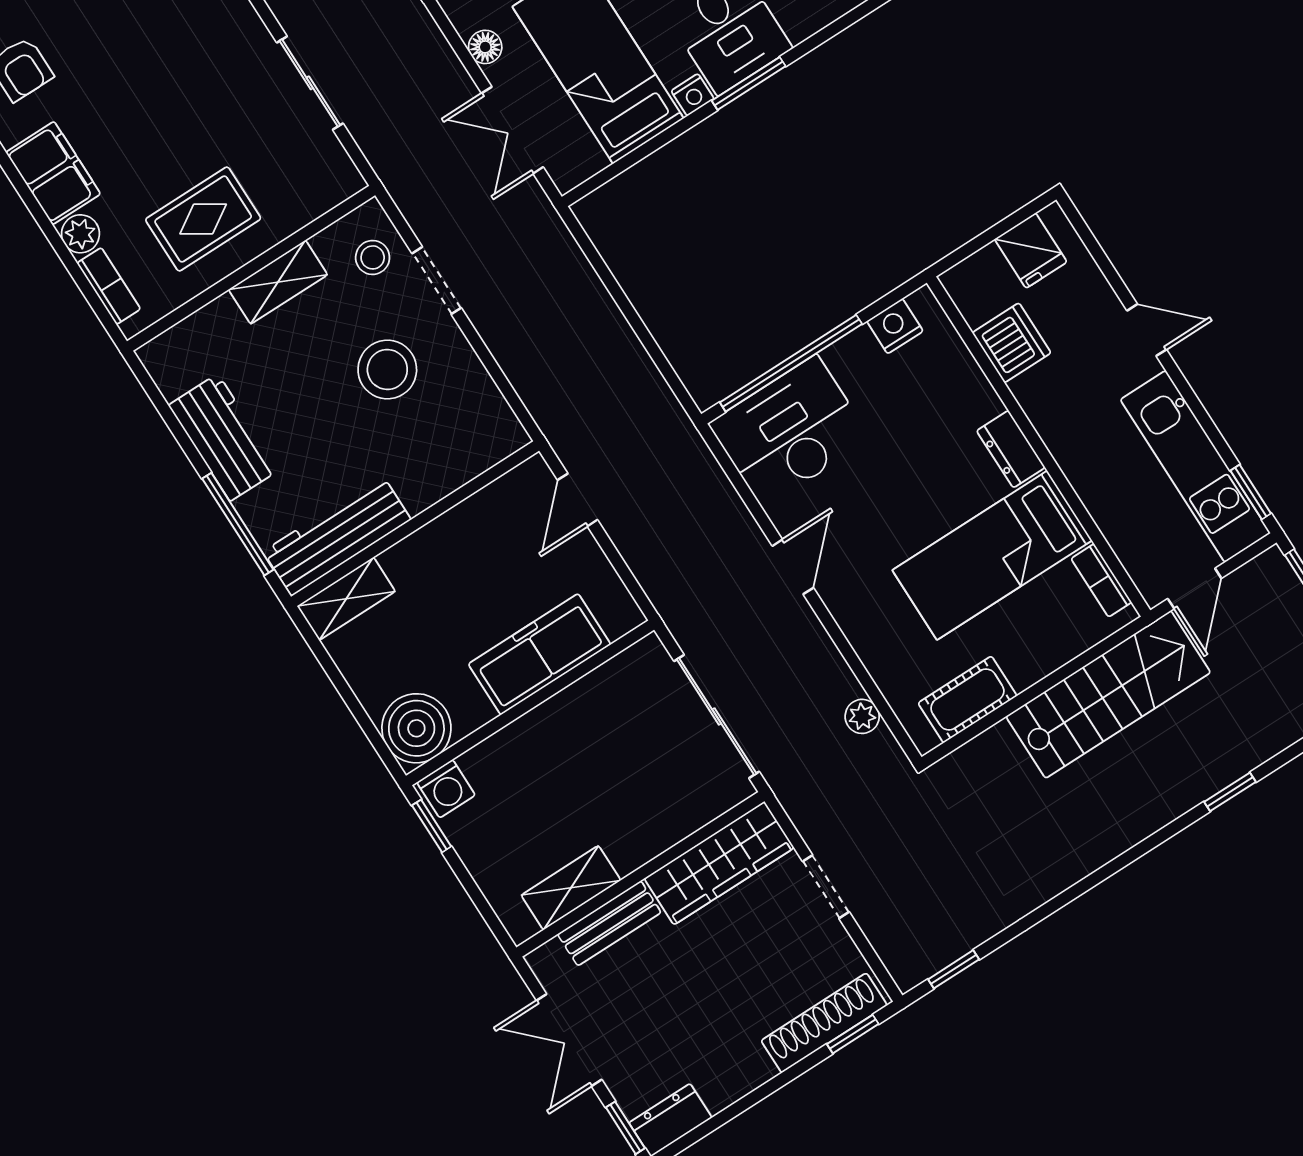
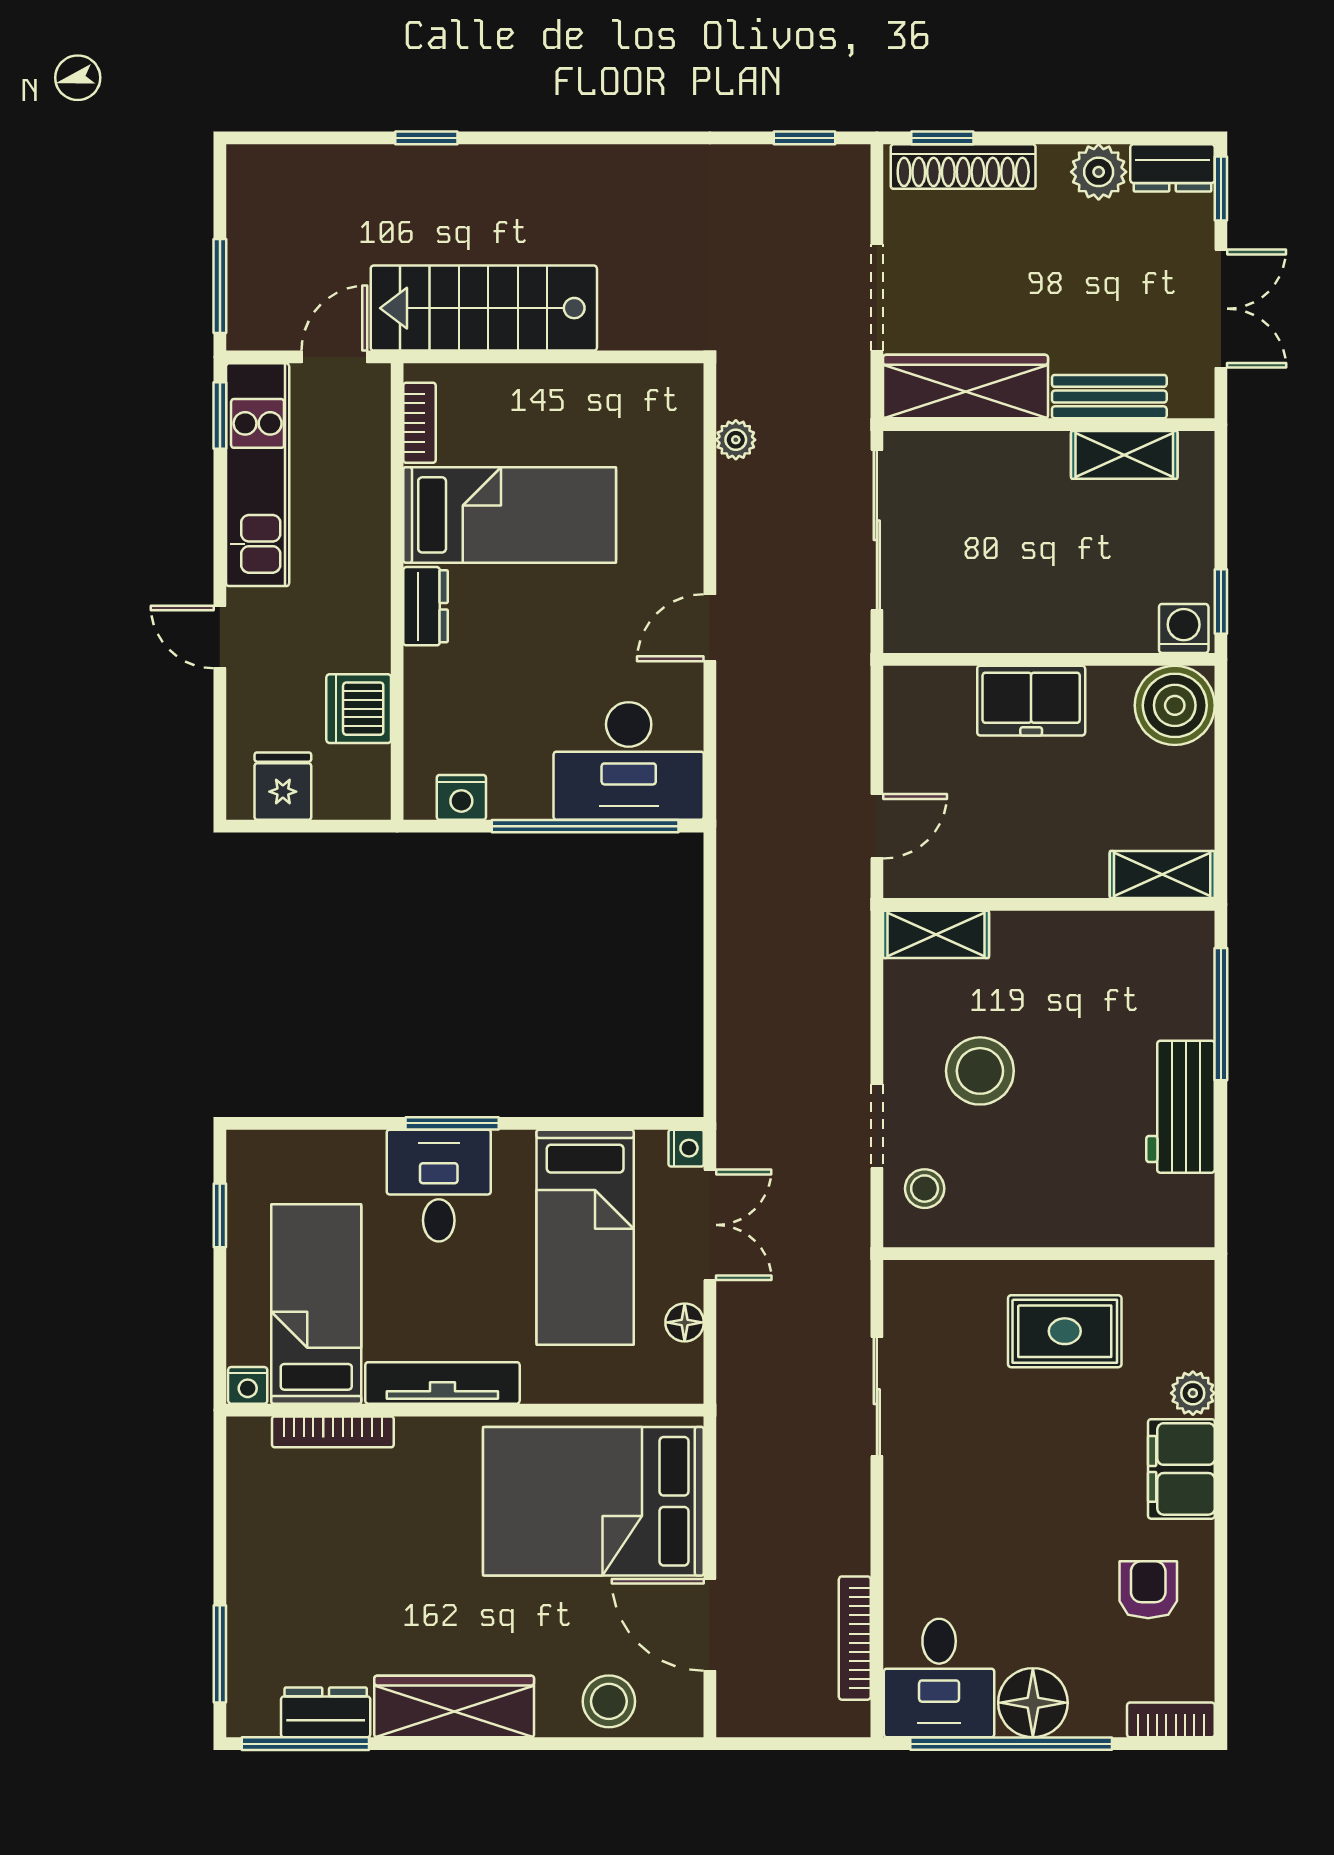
nightstand: (693, 95) -> (686, 1148), moved, turned 90
shelving: (278, 282) -> (936, 934), moved
bookcase: (109, 286) -> (1198, 1325), removed
workbench: (337, 536) -> (1132, 941), removed
freezer: (539, 654) -> (1031, 701), width x0.71
cot: (967, 700) -> (623, 391), removed
doorway: (826, 887) -> (877, 297), width x1.38
plant: (723, 1083) -> (1099, 172), added

